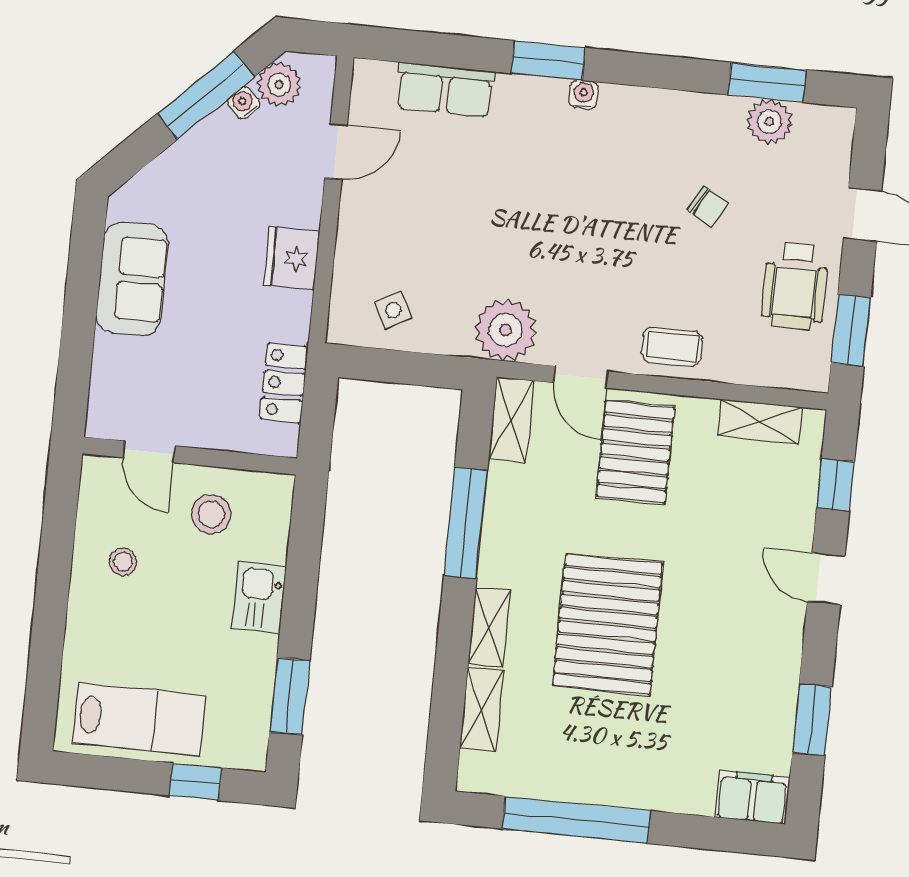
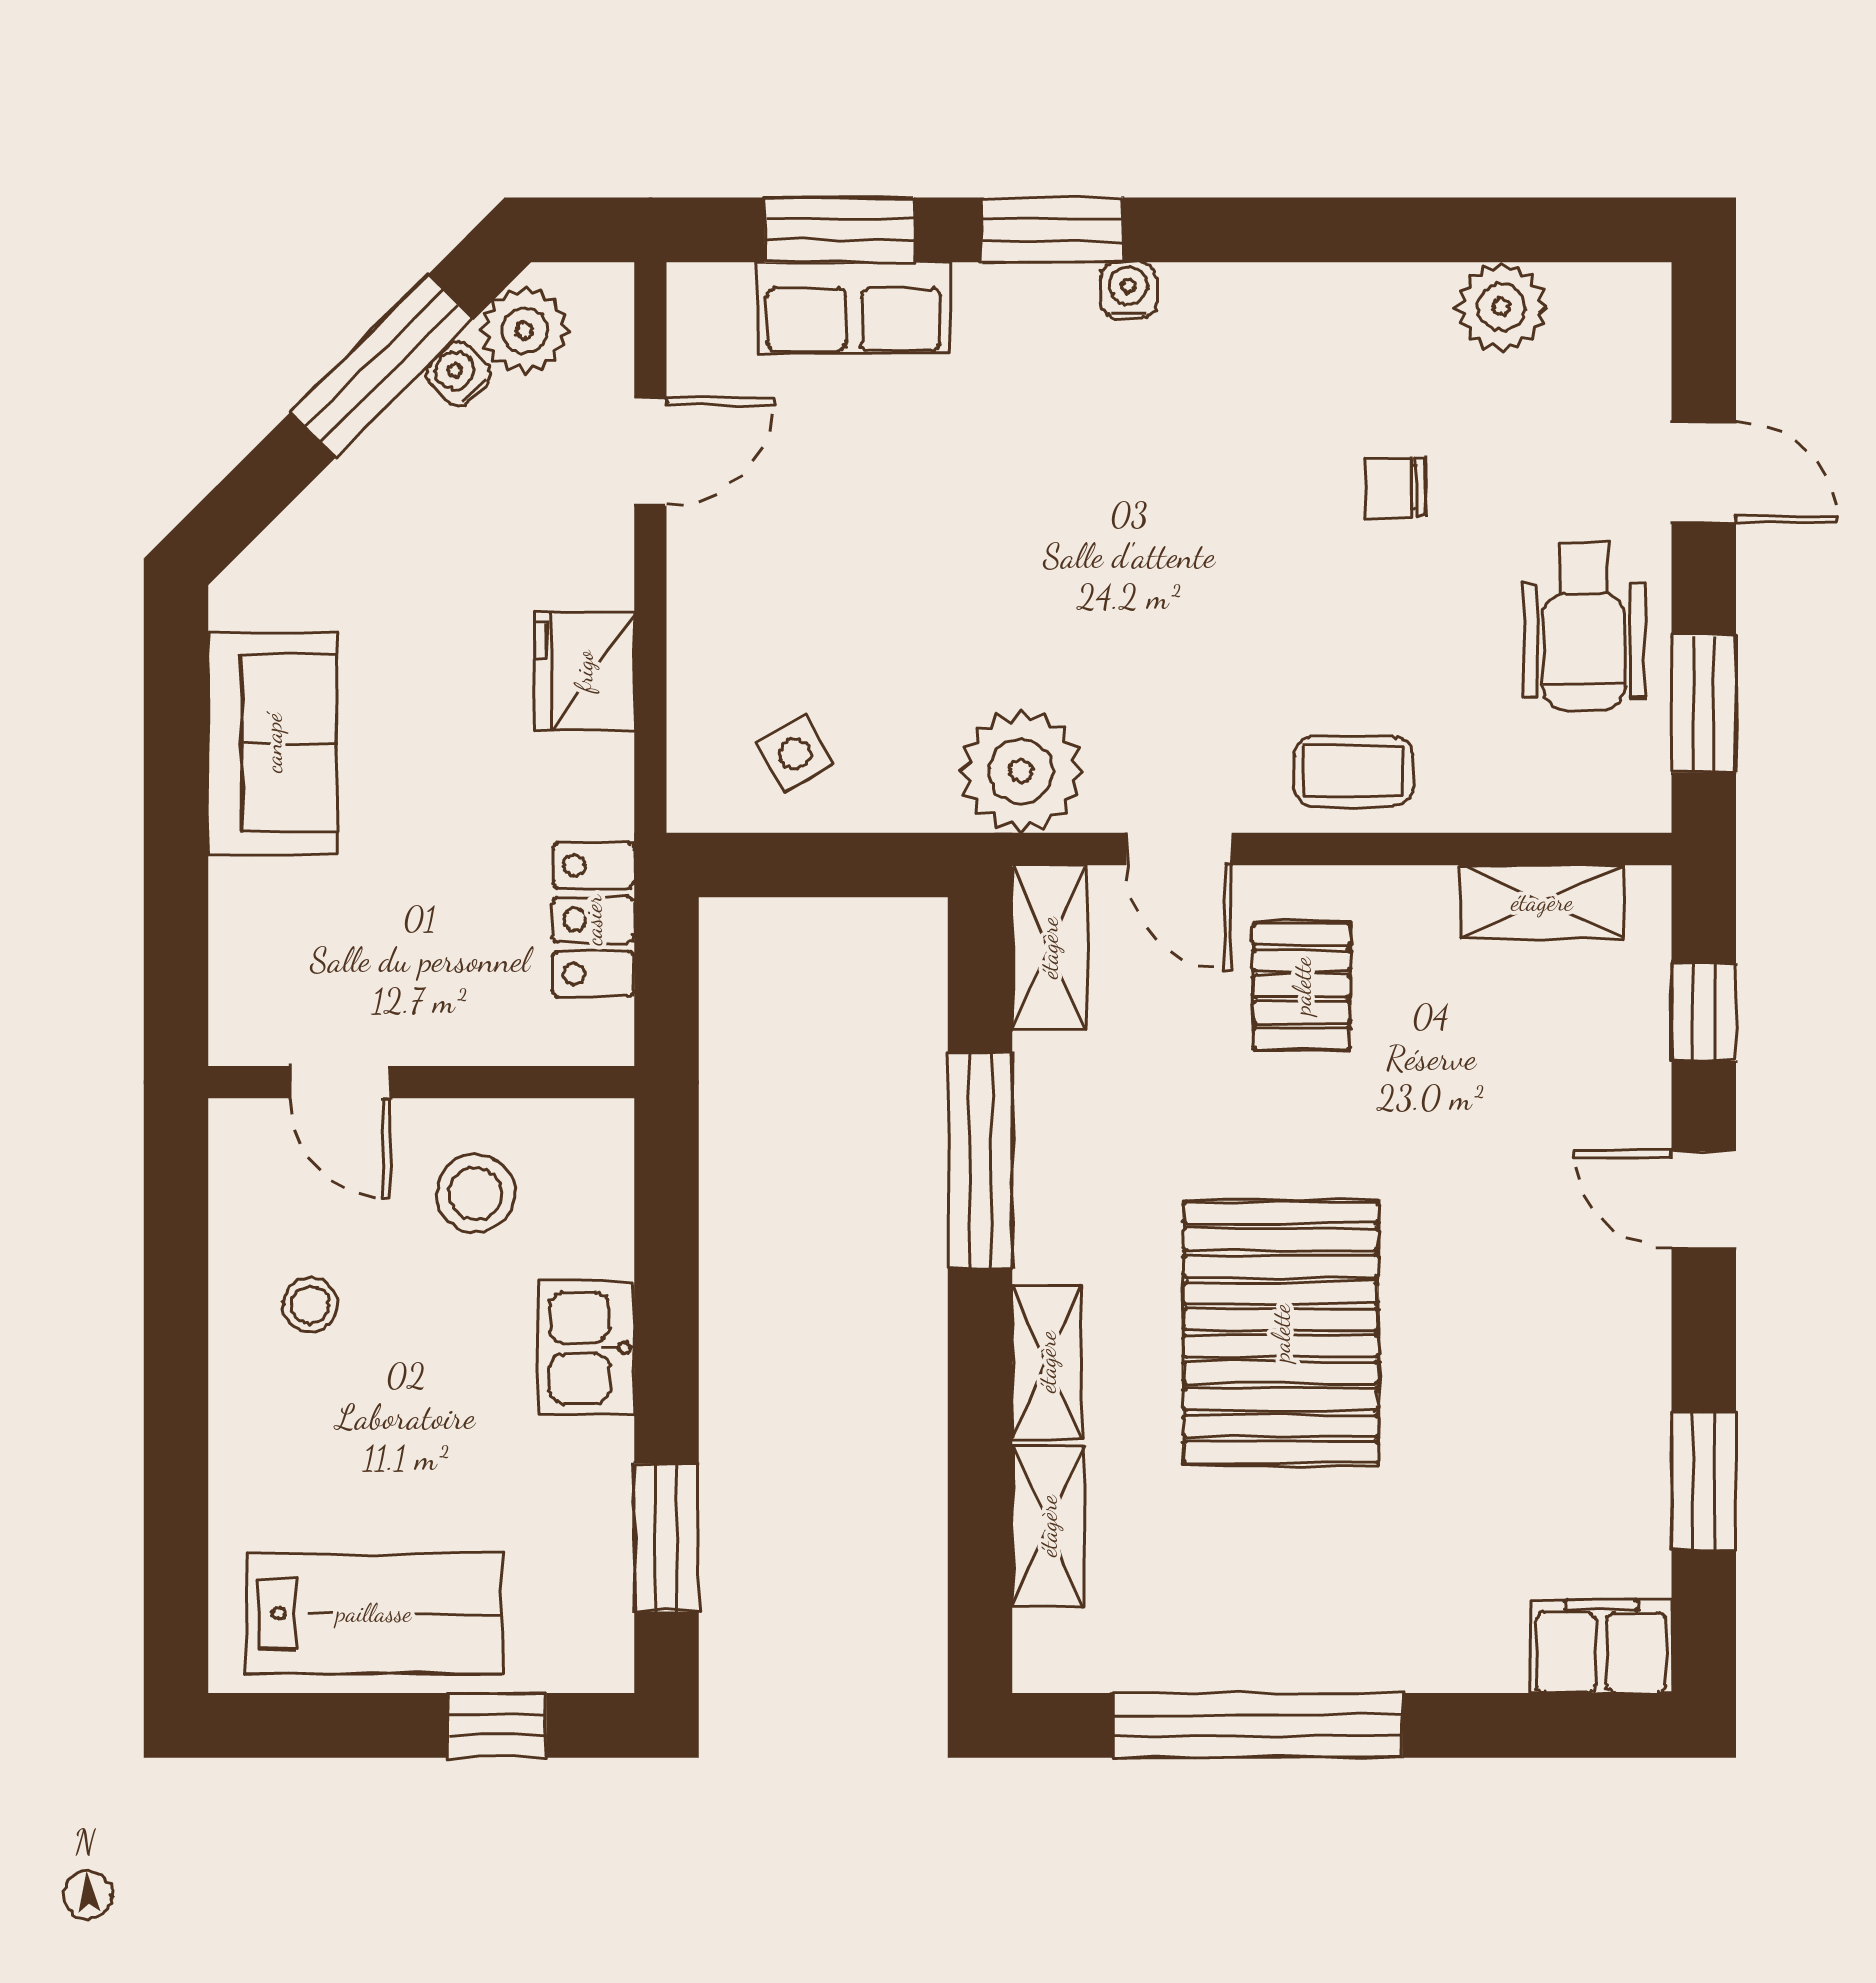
window: (767, 82) -> (839, 230), moved
chair: (708, 207) -> (1396, 487), turned 151
pallet: (635, 452) -> (1302, 986), width x0.67, depth x0.71

